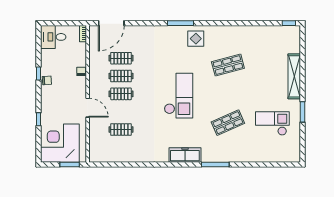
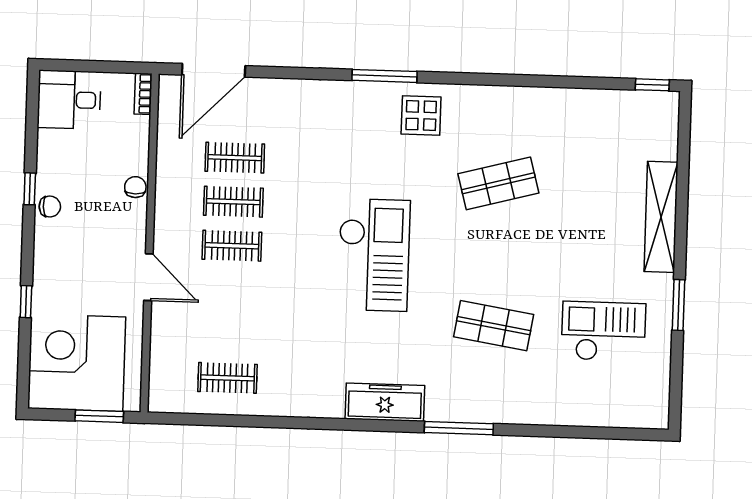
shop shelf: (228, 123) -> (494, 326), turned 33
clothes rail: (121, 130) -> (227, 378), moved

